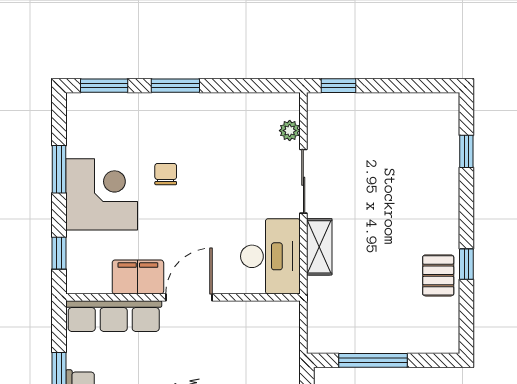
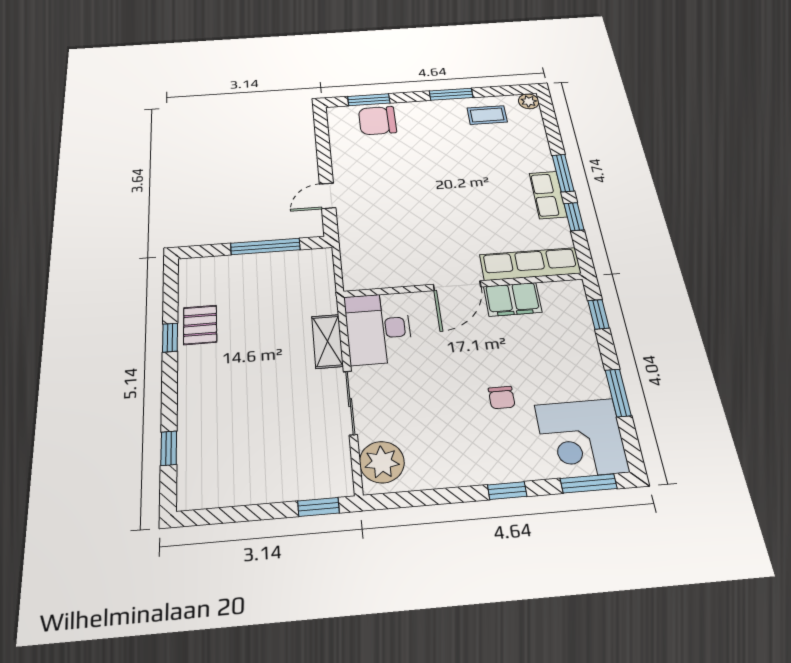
window: (175, 86) -> (507, 491), width x0.67
plant: (290, 131) -> (382, 462), width x1.87, depth x1.87
corner desk: (102, 194) -> (581, 438), moved

